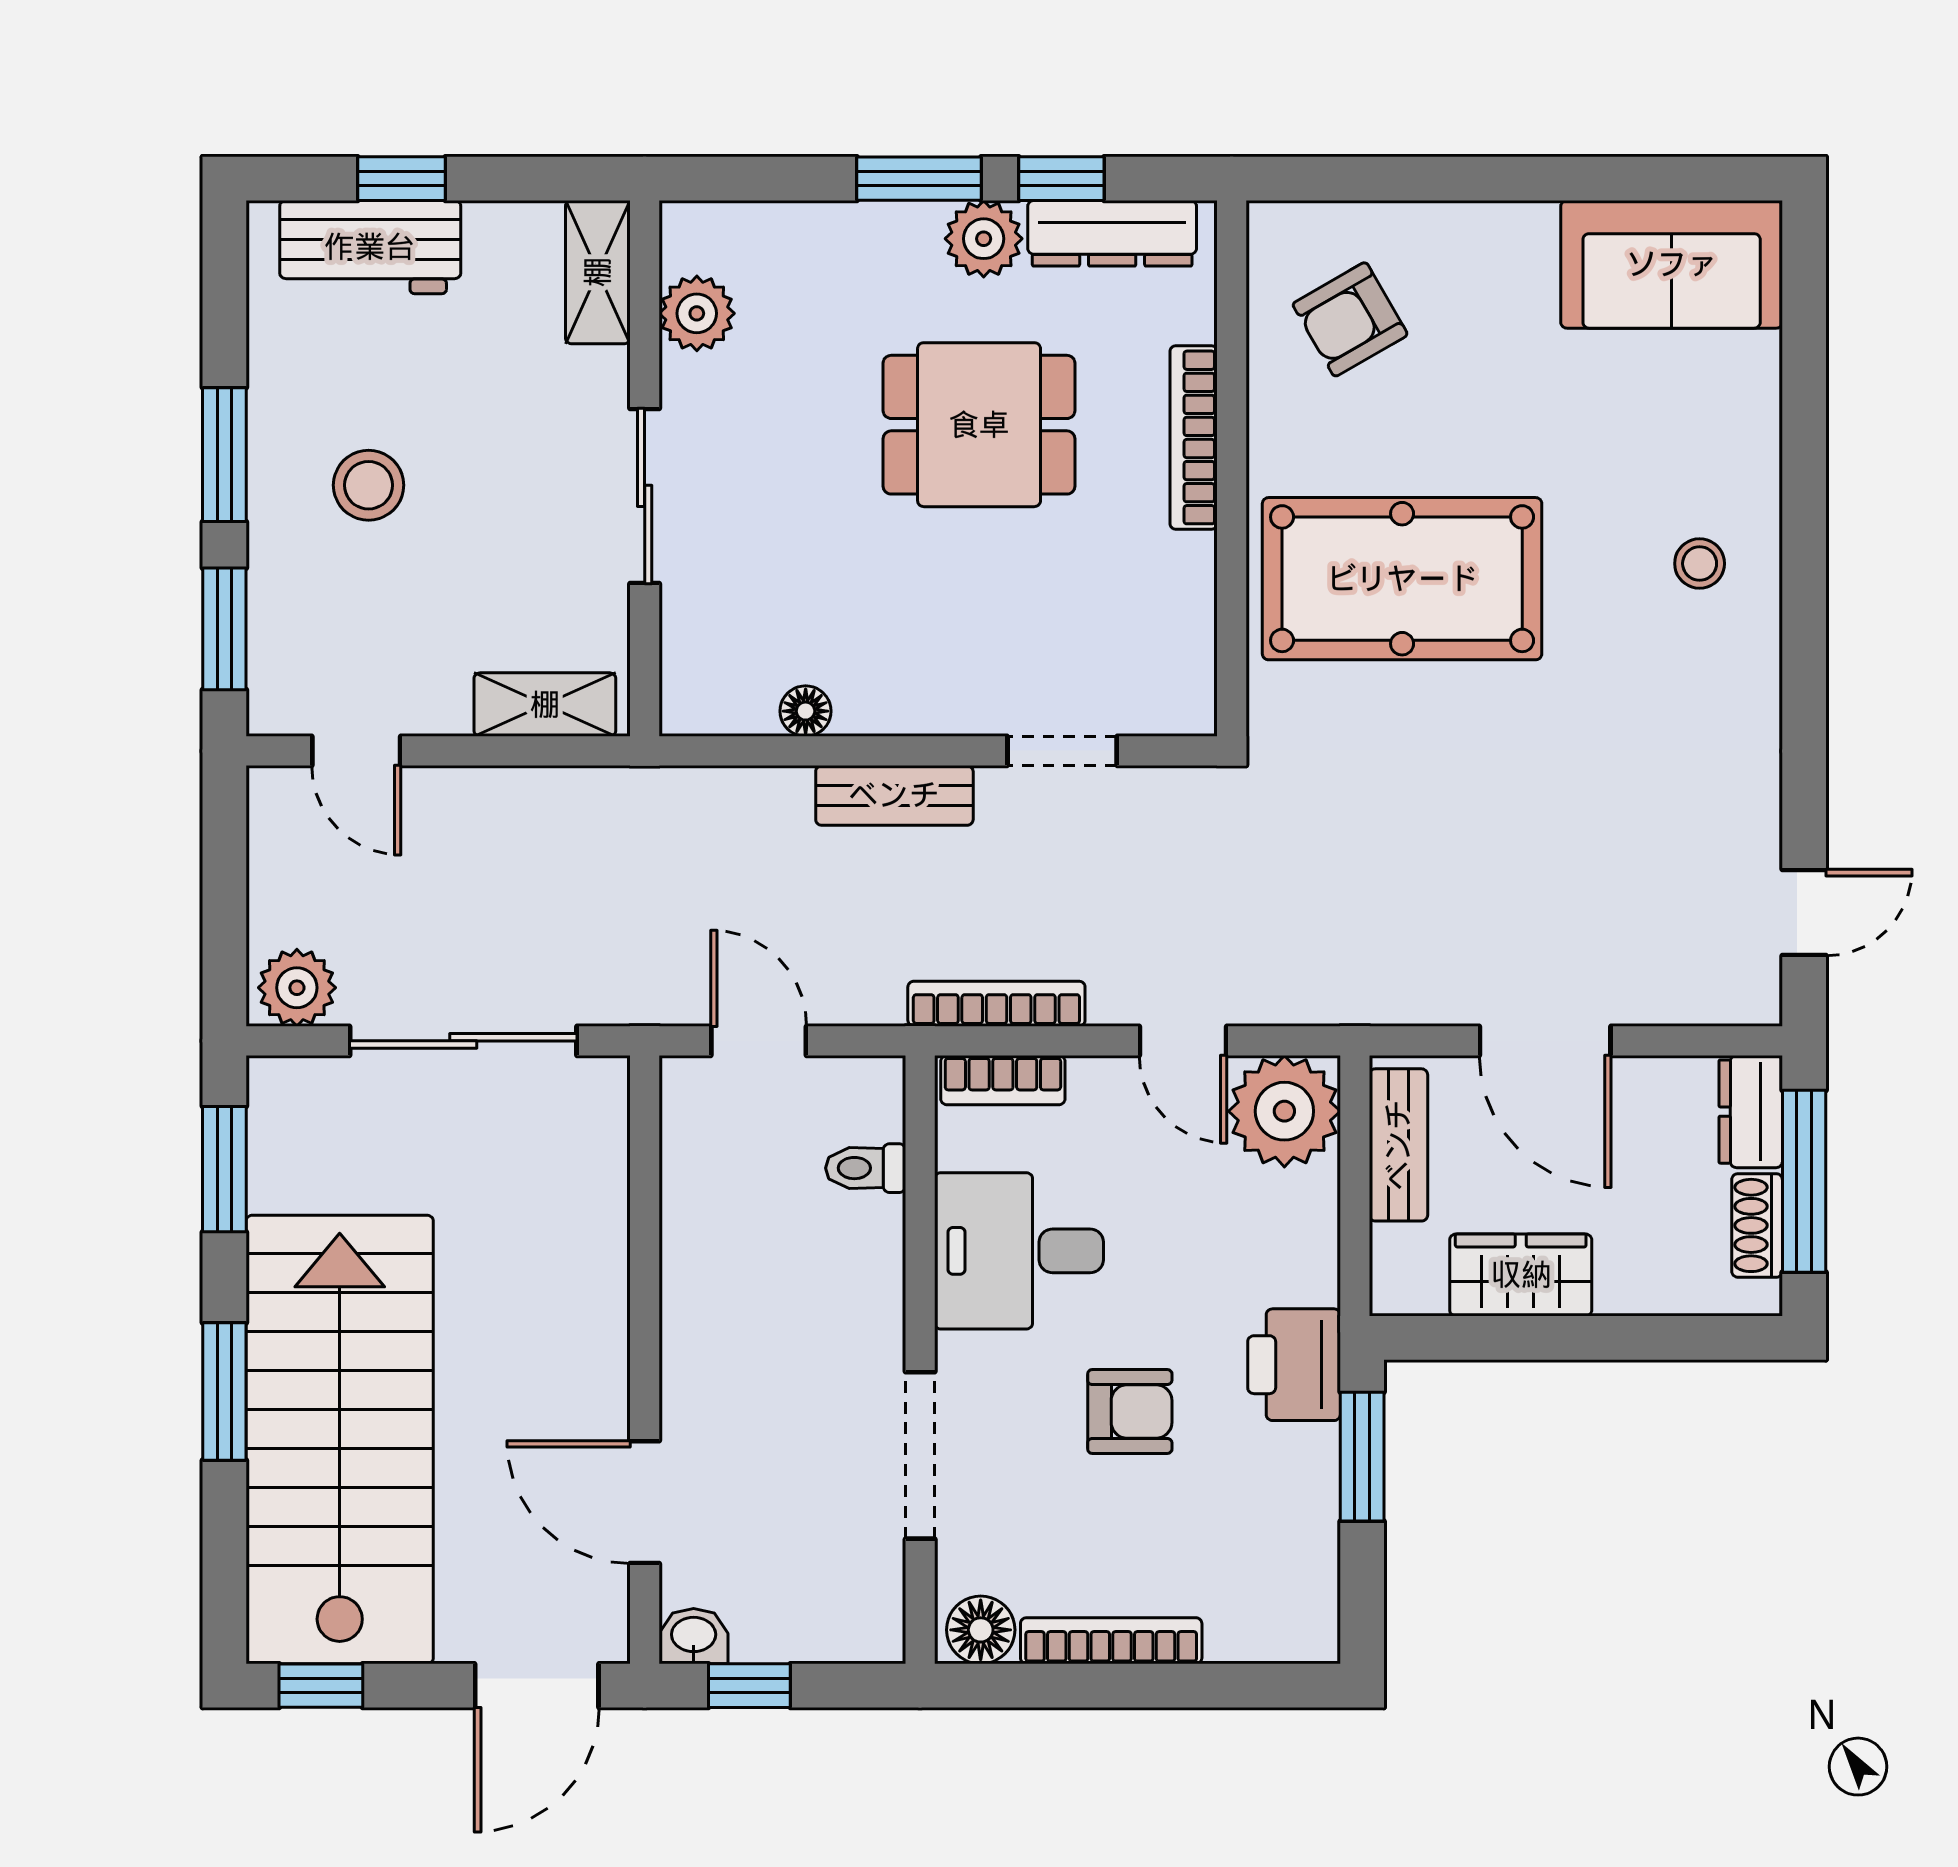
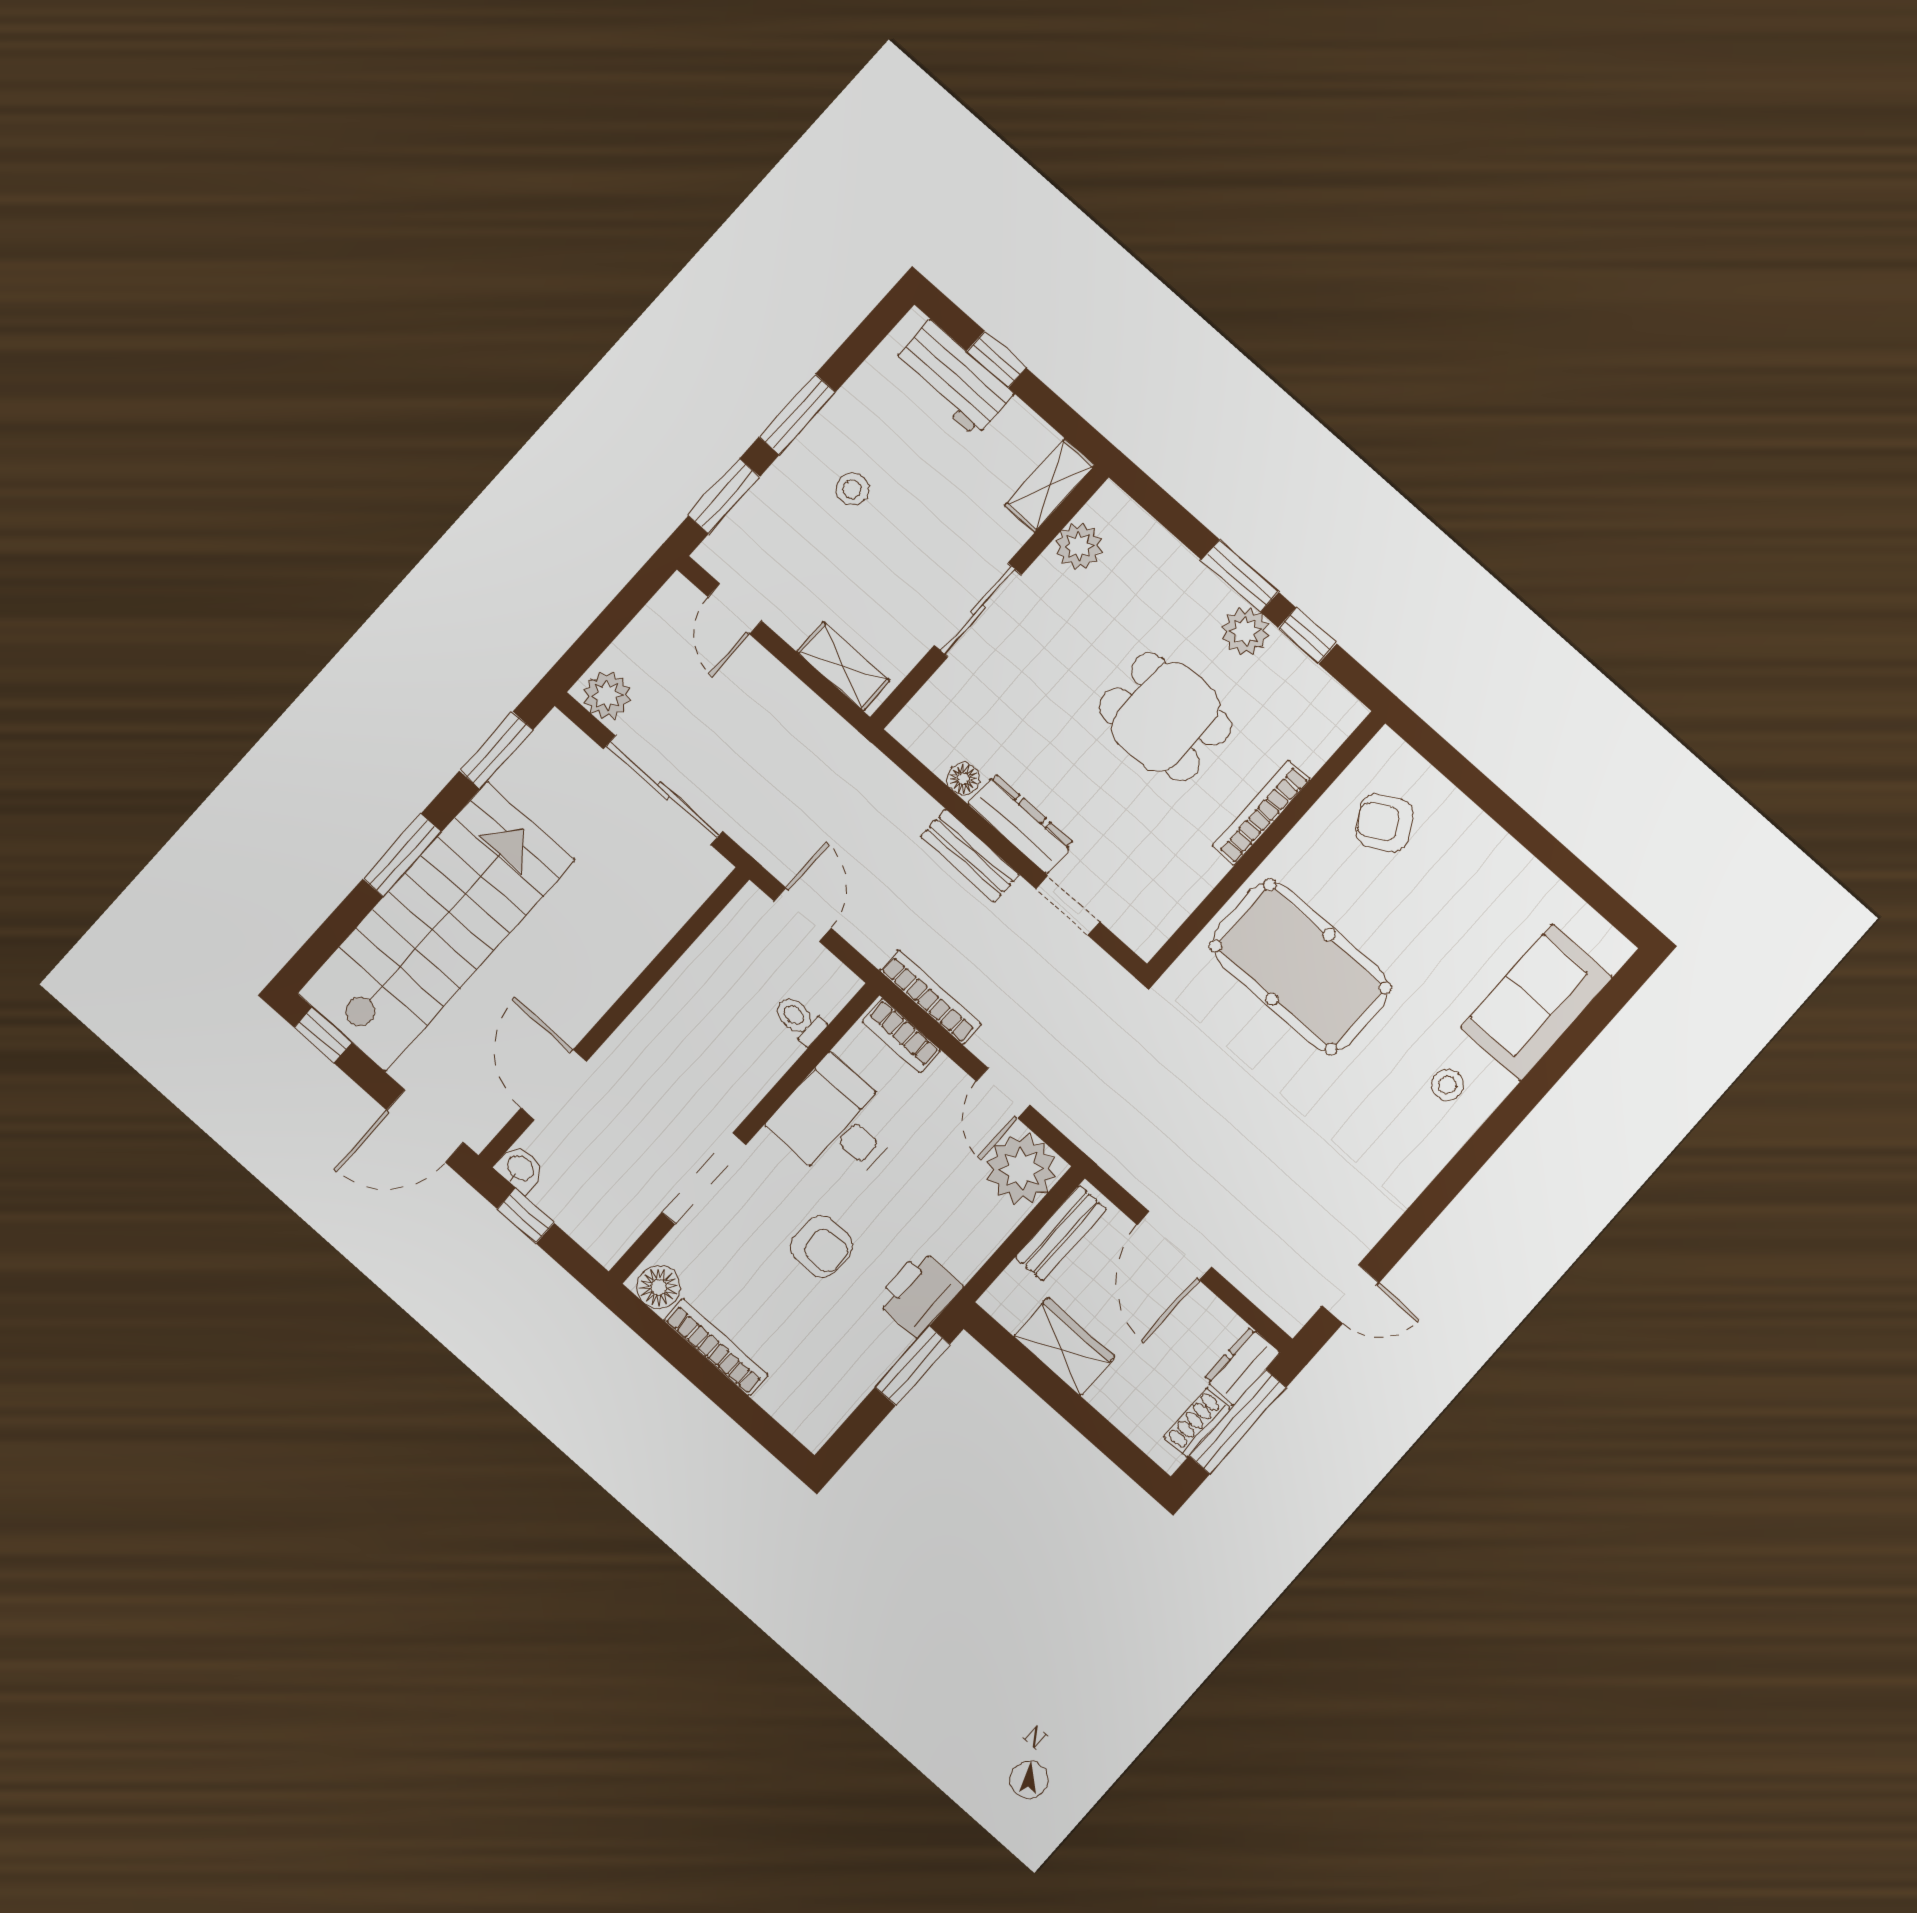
dresser: (1112, 233) -> (1021, 824), moved, turned 180
sofa: (1672, 264) -> (1536, 1002), moved, turned 90
stool: (369, 485) -> (852, 489), width x0.73, depth x0.73

